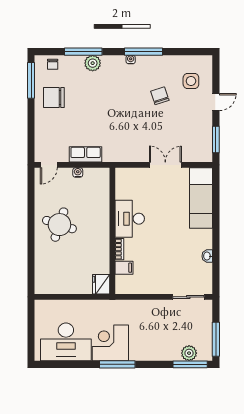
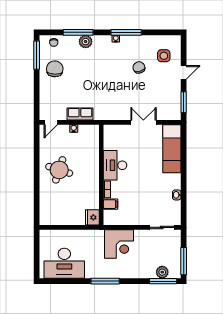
chair: (54, 97) -> (55, 69), turned 92
corner desk: (110, 343) -> (119, 244), moved, turned 180

